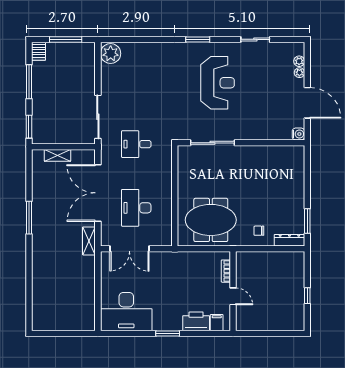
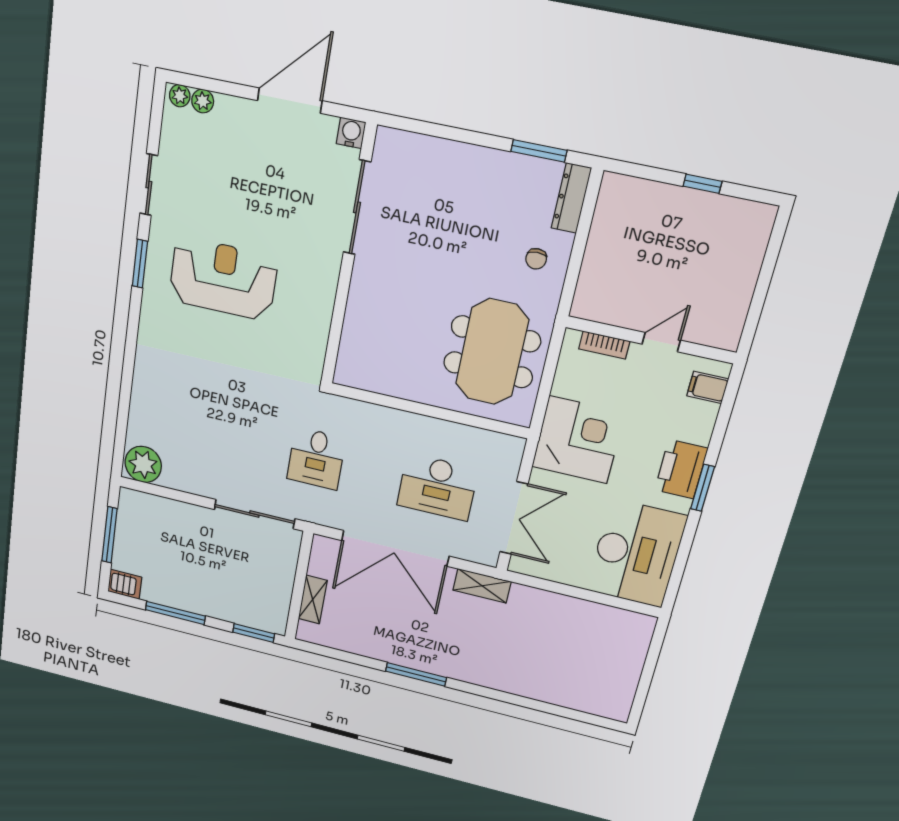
window: (198, 39) -> (140, 264), moved
plant: (299, 73) -> (180, 96), moved
sliding door: (213, 143) -> (357, 207), moved
corner desk: (177, 270) -> (578, 440), added
printer: (196, 321) -> (681, 469), moved

